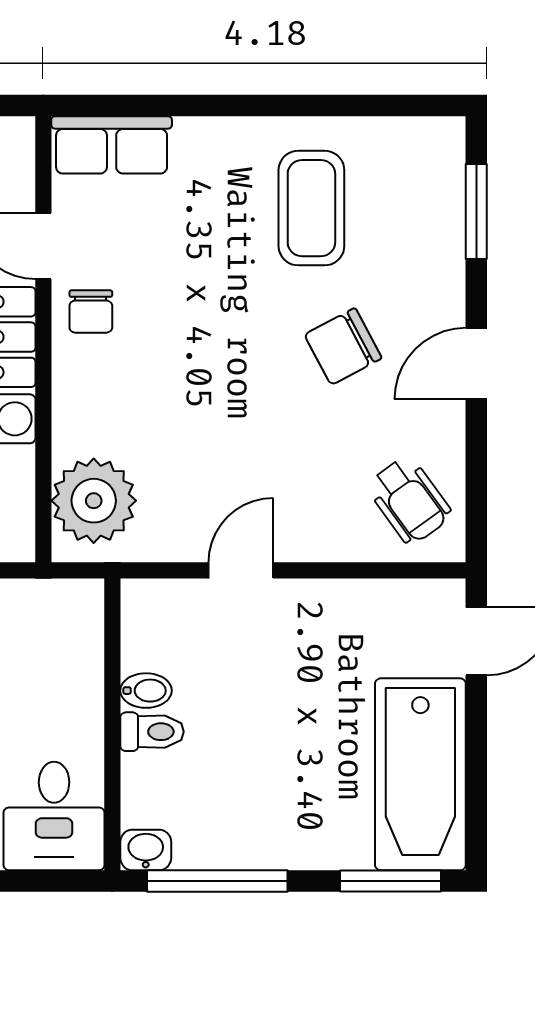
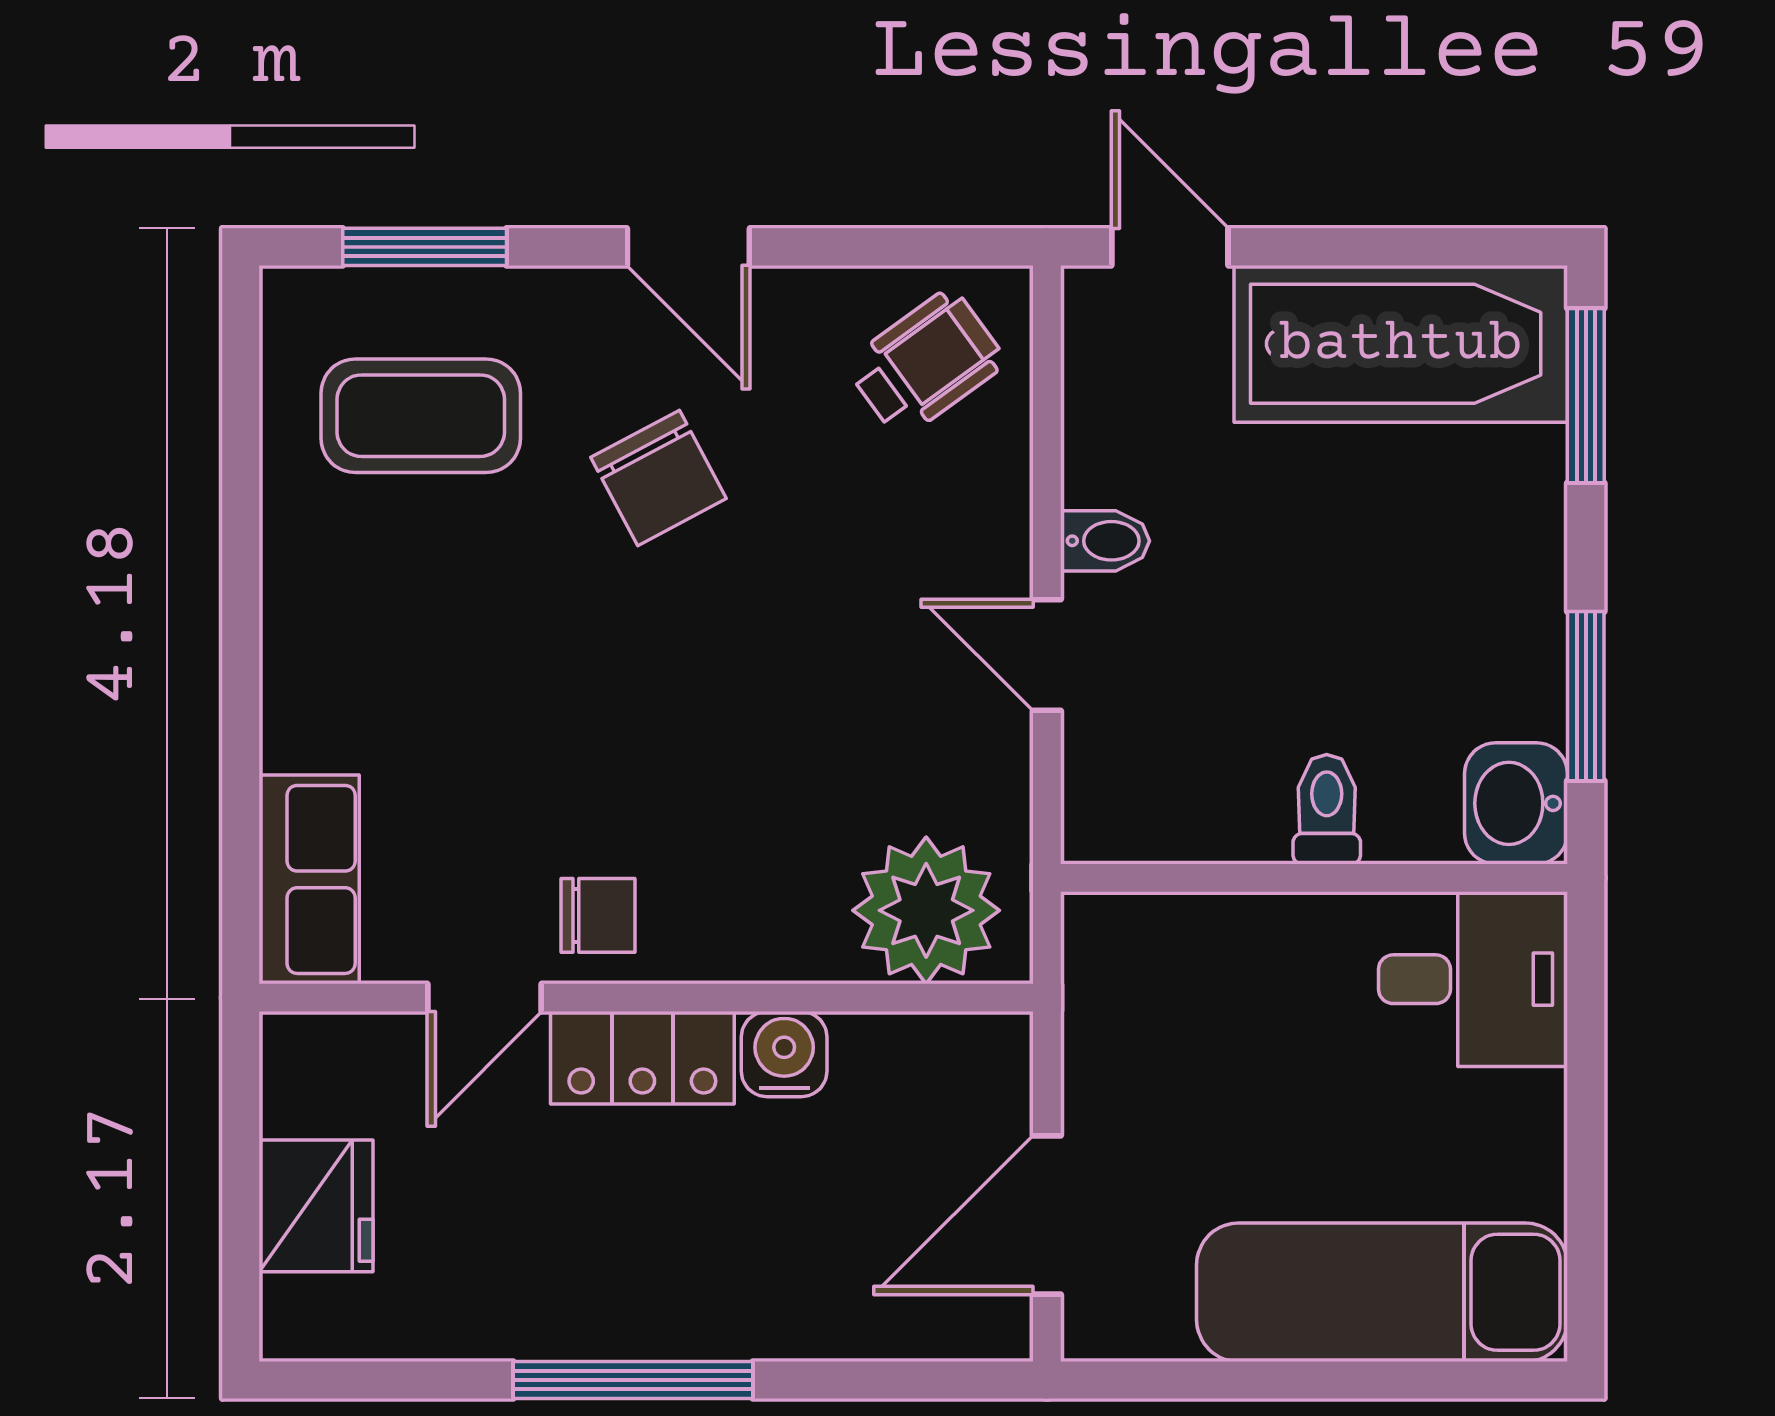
coffee table: (311, 208) -> (421, 416), moved
bidet: (146, 691) -> (1105, 541), moved, turned 90
washbasin: (146, 850) -> (1516, 803), width x1.38, depth x1.45
window: (217, 881) -> (1586, 696), width x0.69

